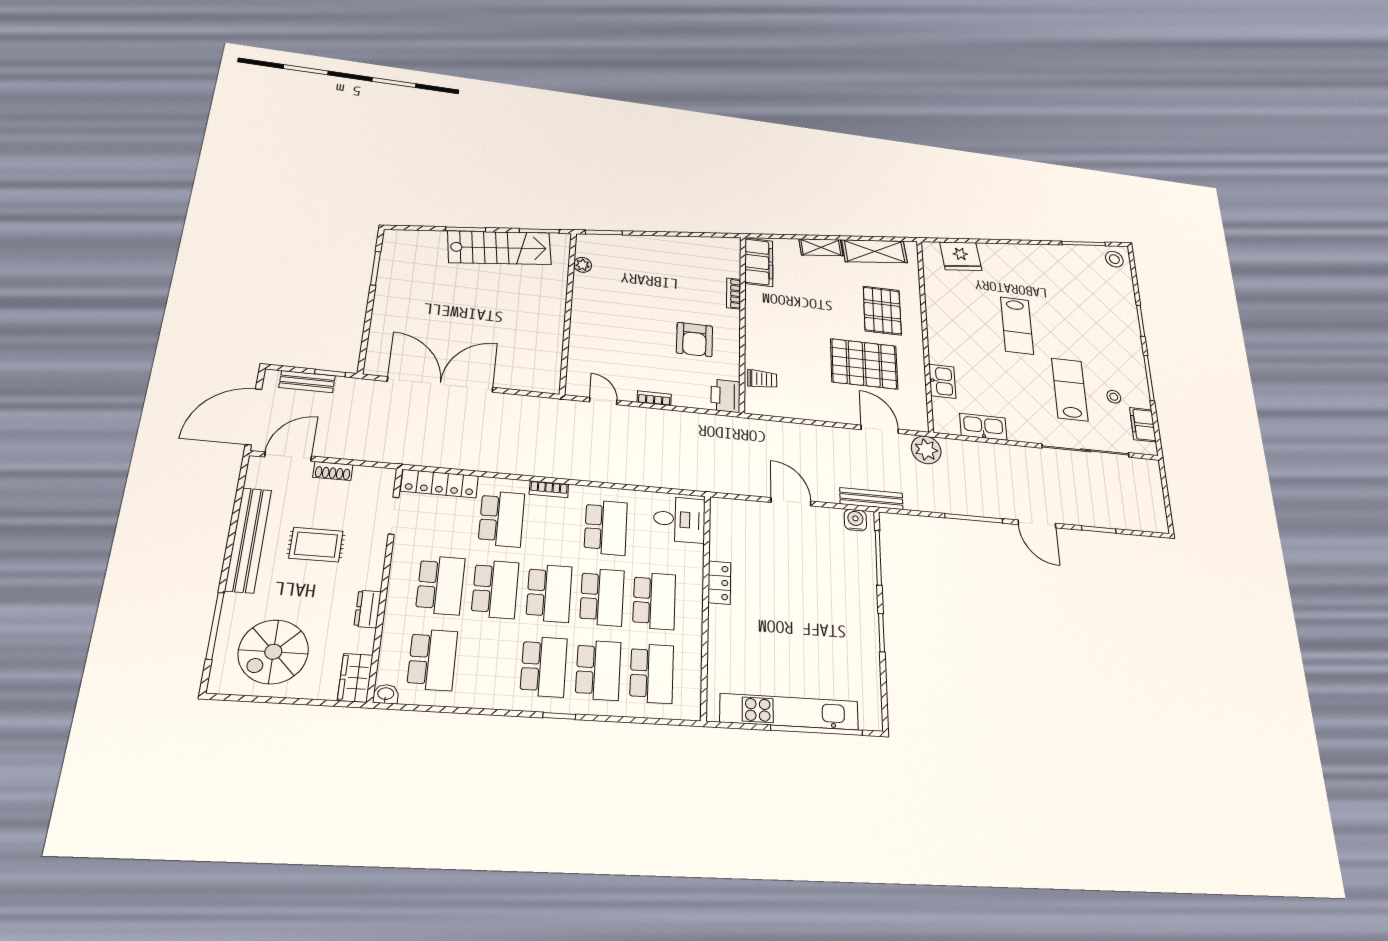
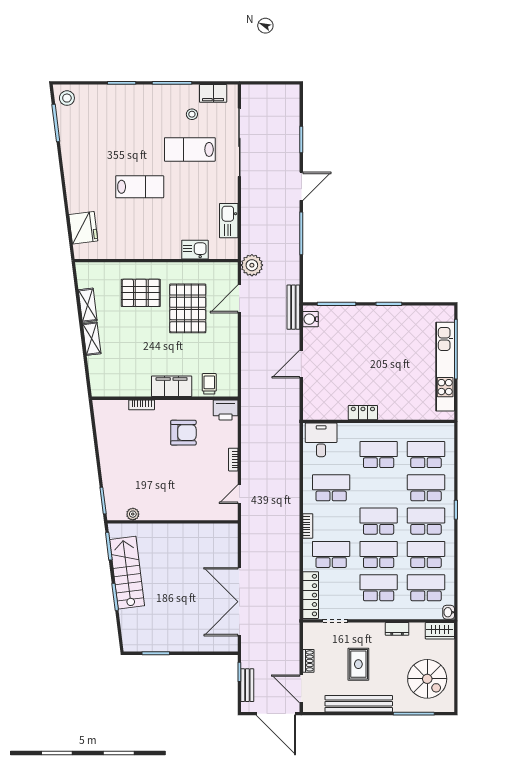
shelving: (875, 251) -> (88, 305), width x0.67, depth x0.75
filing cabinet: (759, 262) -> (172, 386), moved
school desk: (602, 597) -> (426, 554), moved

